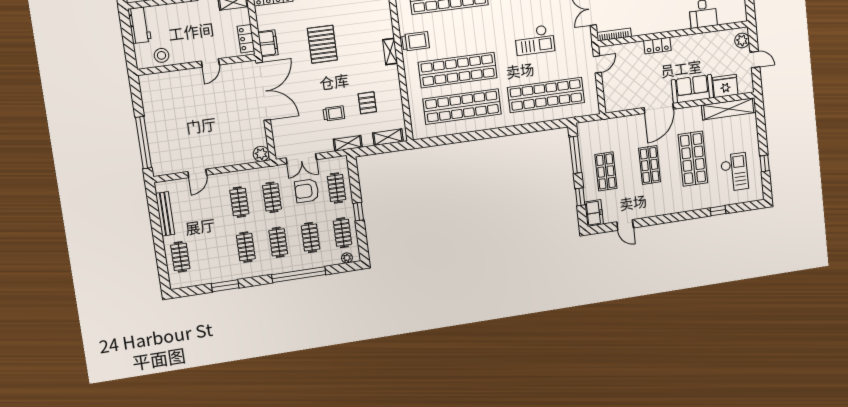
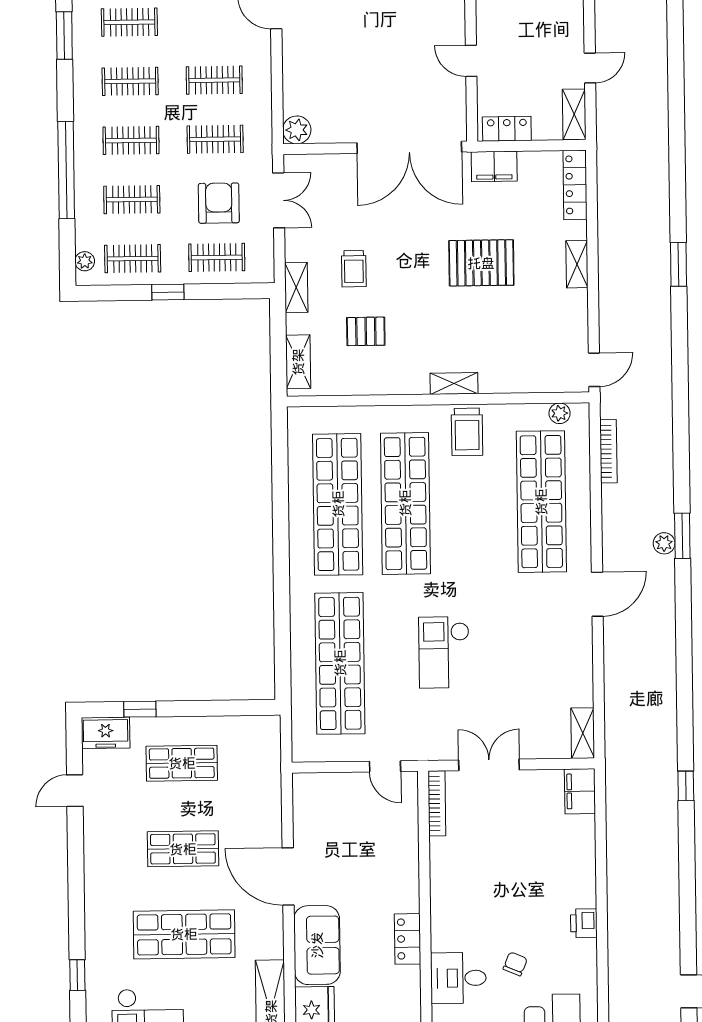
locker: (657, 46) -> (407, 939), moved
window: (575, 155) -> (221, 708), removed
double door: (301, 159) -> (279, 200), swing flipped
clothes rail: (213, 252) -> (129, 22), added

